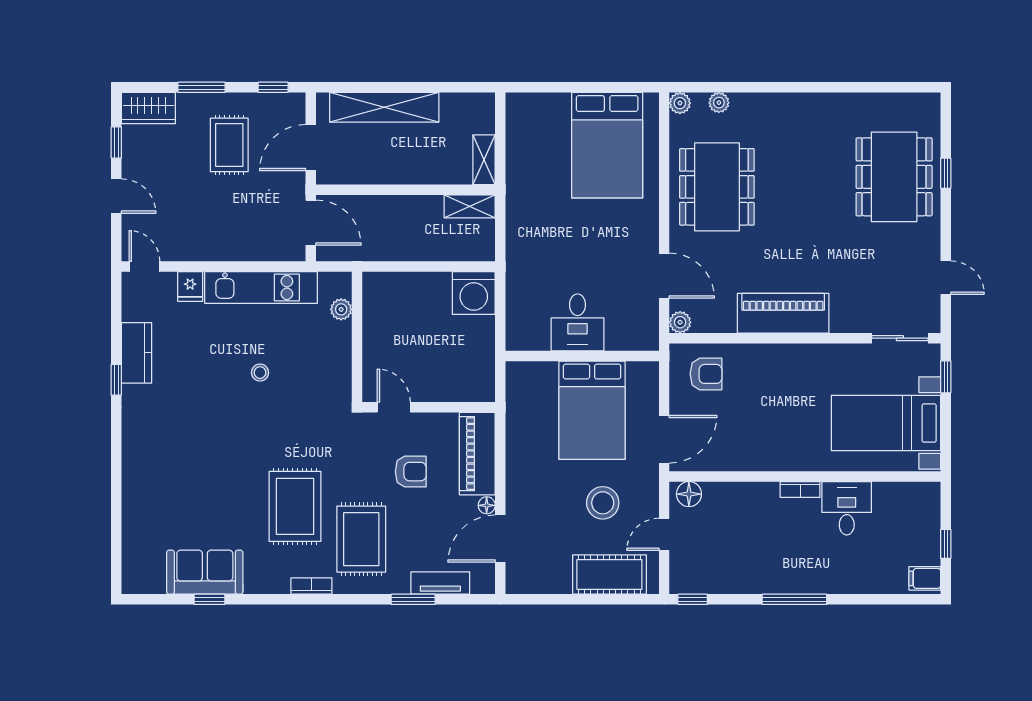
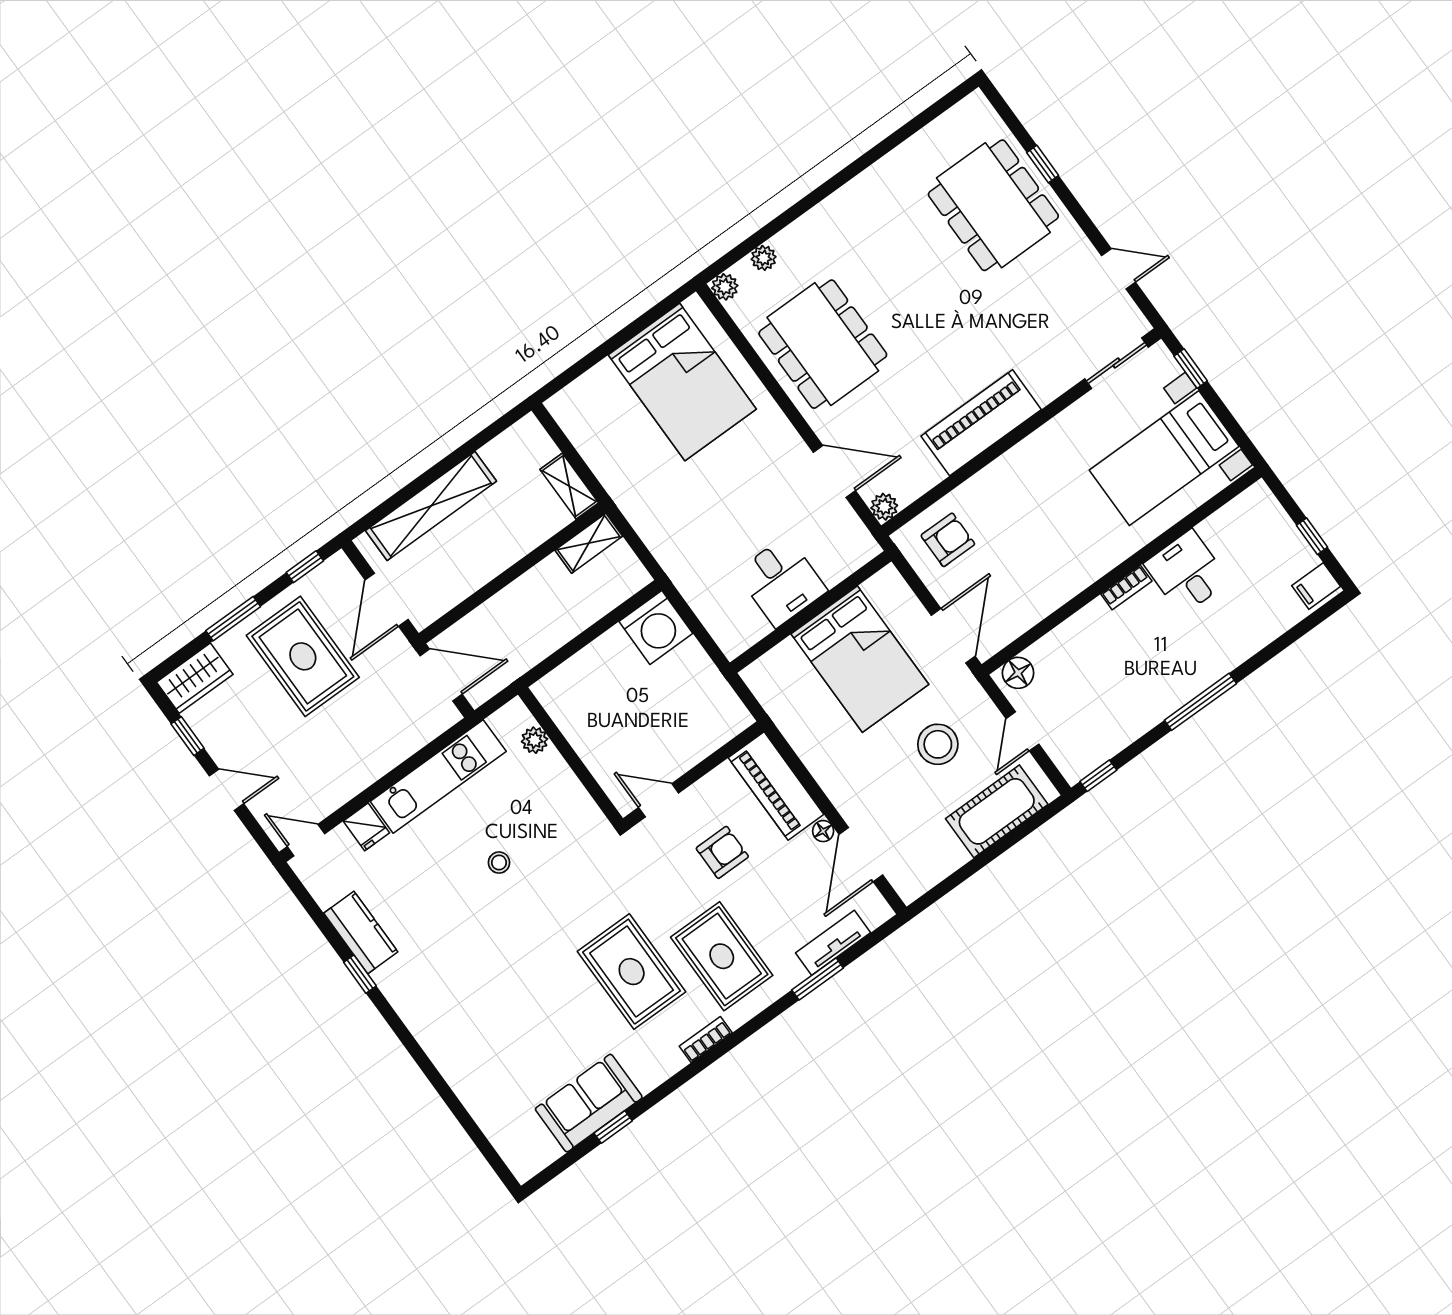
rug: (229, 145) -> (303, 656), width x1.36, depth x1.43

